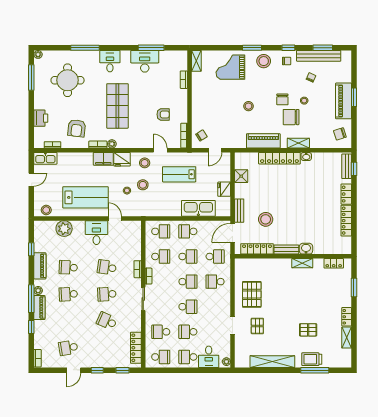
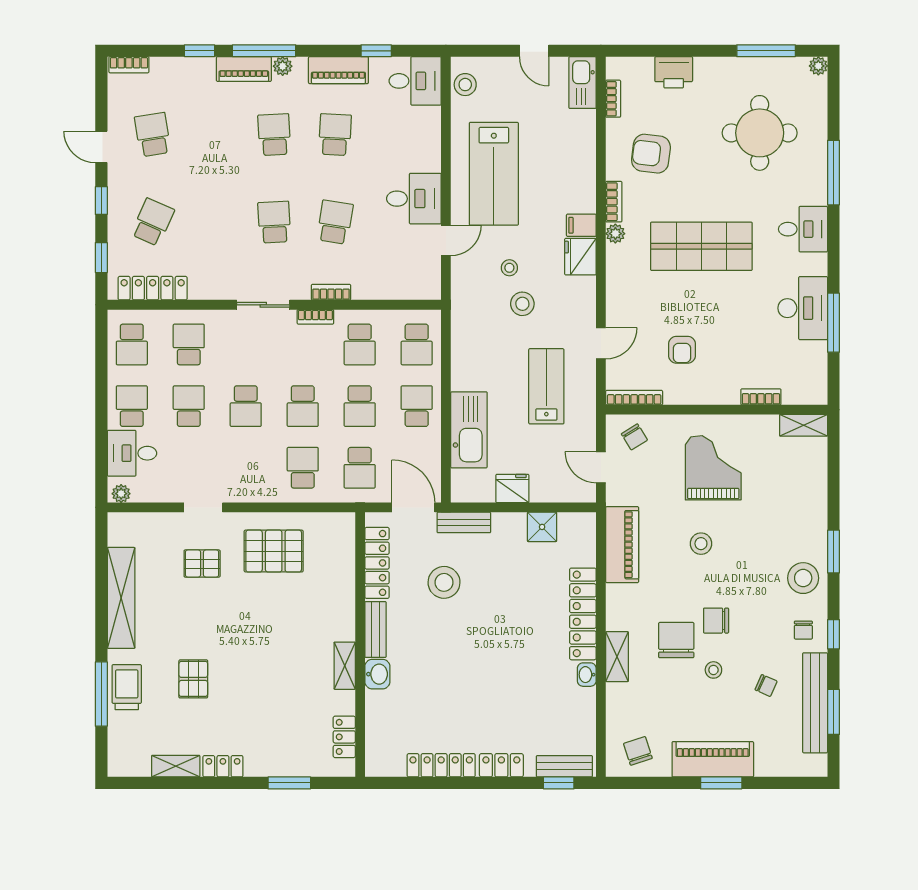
grand piano: (230, 67) -> (713, 468), moved
piano: (263, 141) -> (622, 545), moved
filing cabinet: (103, 159) -> (581, 225), width x0.50
stool: (145, 163) -> (572, 308), removed
plant: (64, 229) -> (423, 125), removed
desk: (45, 232) -> (415, 81), added
school desk: (107, 321) -> (153, 222), moved

